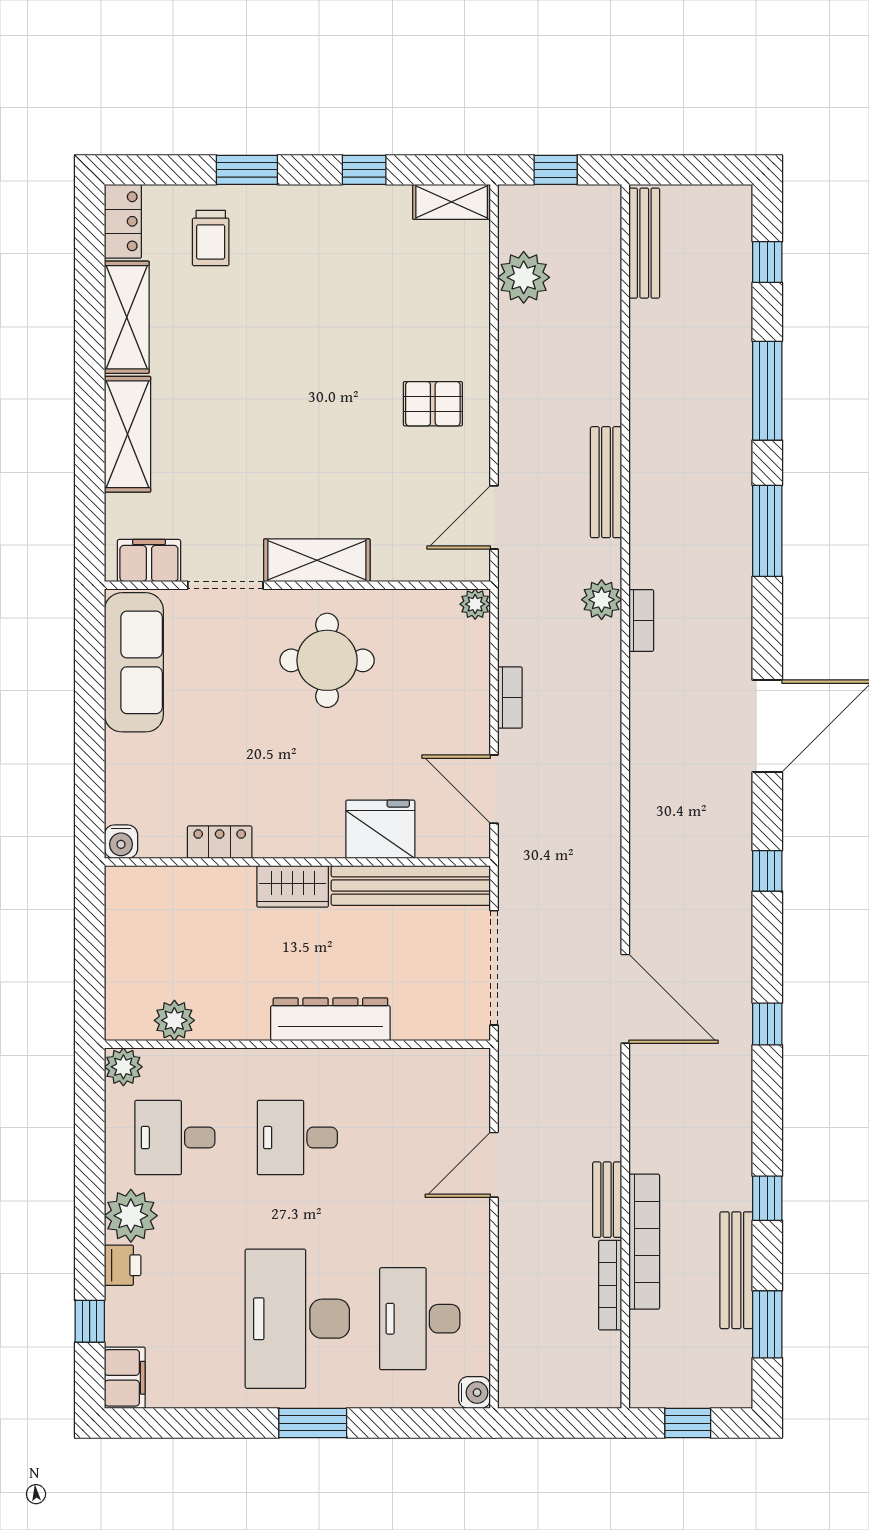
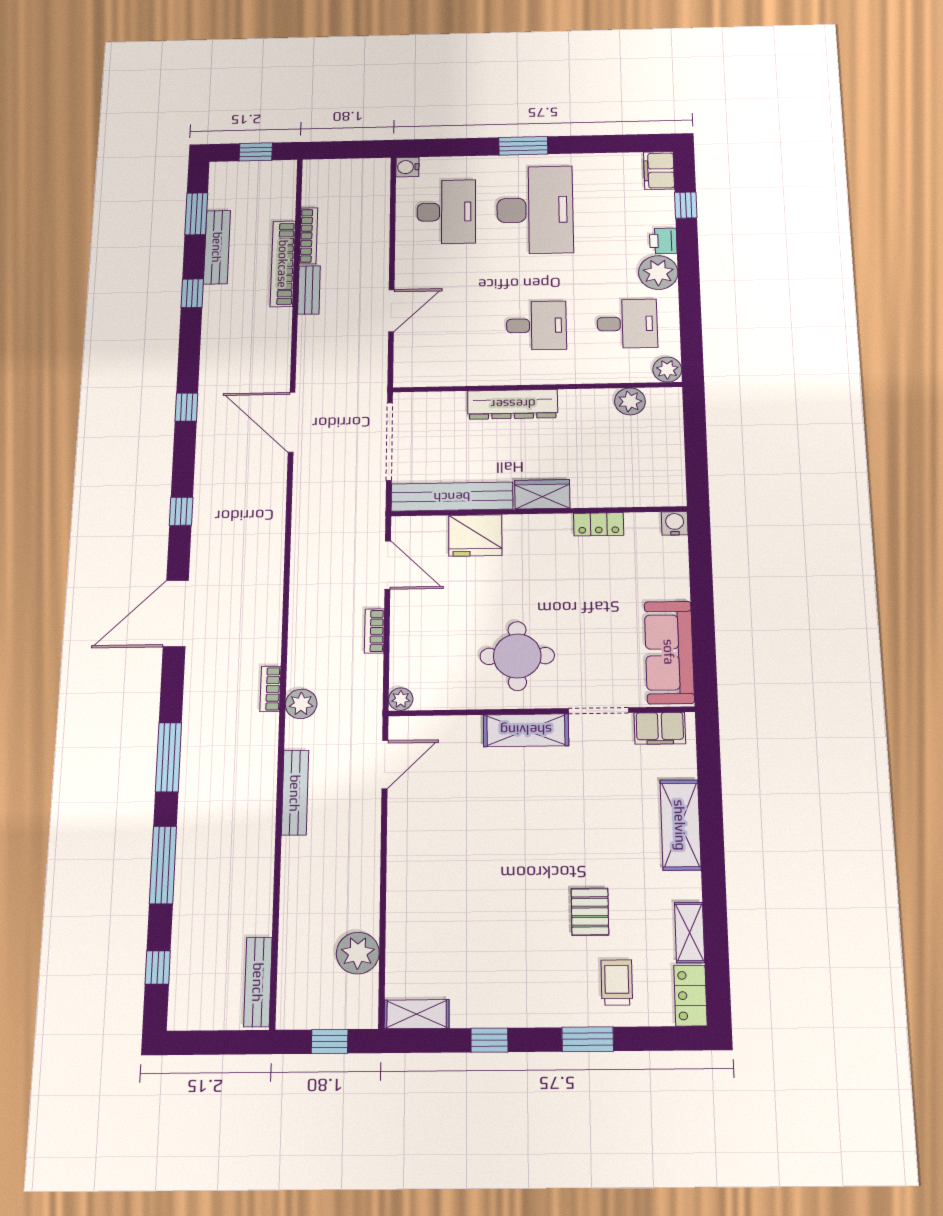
shelving: (127, 317) -> (690, 933), width x0.67, depth x0.75
pallet: (433, 404) -> (590, 912), moved, turned 90

